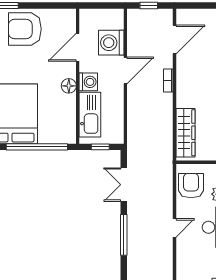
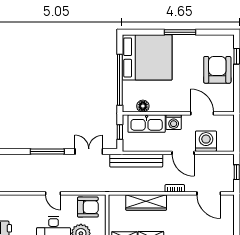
floor lamp: (69, 86) -> (143, 106), moved
bench: (135, 127) -> (136, 161), added
wardrobe: (185, 133) -> (146, 202), moved

